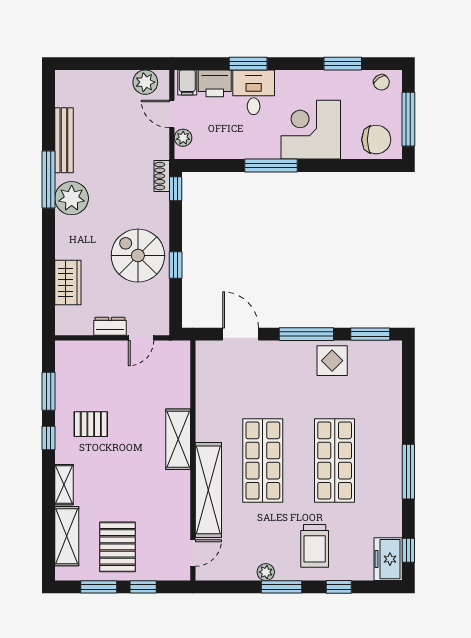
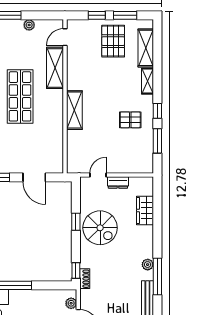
plant: (72, 198) -> (148, 265), width x0.53, depth x0.53
shelving: (208, 490) -> (55, 68), width x0.68
plant: (266, 572) -> (29, 25), moved

